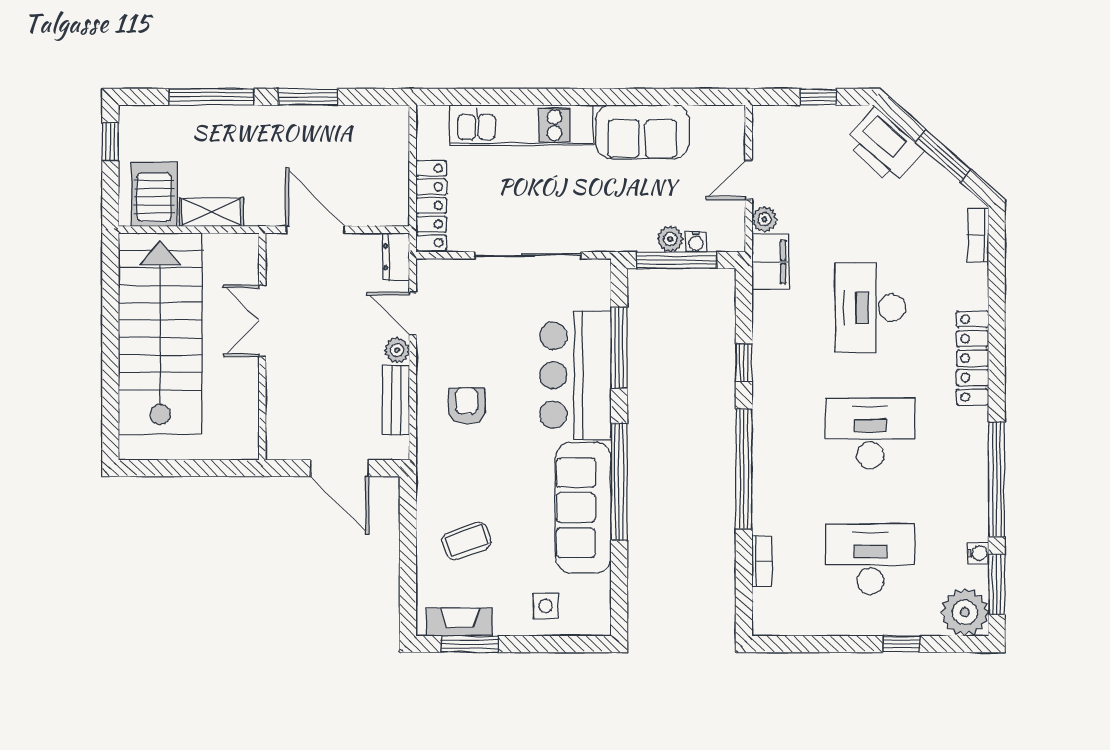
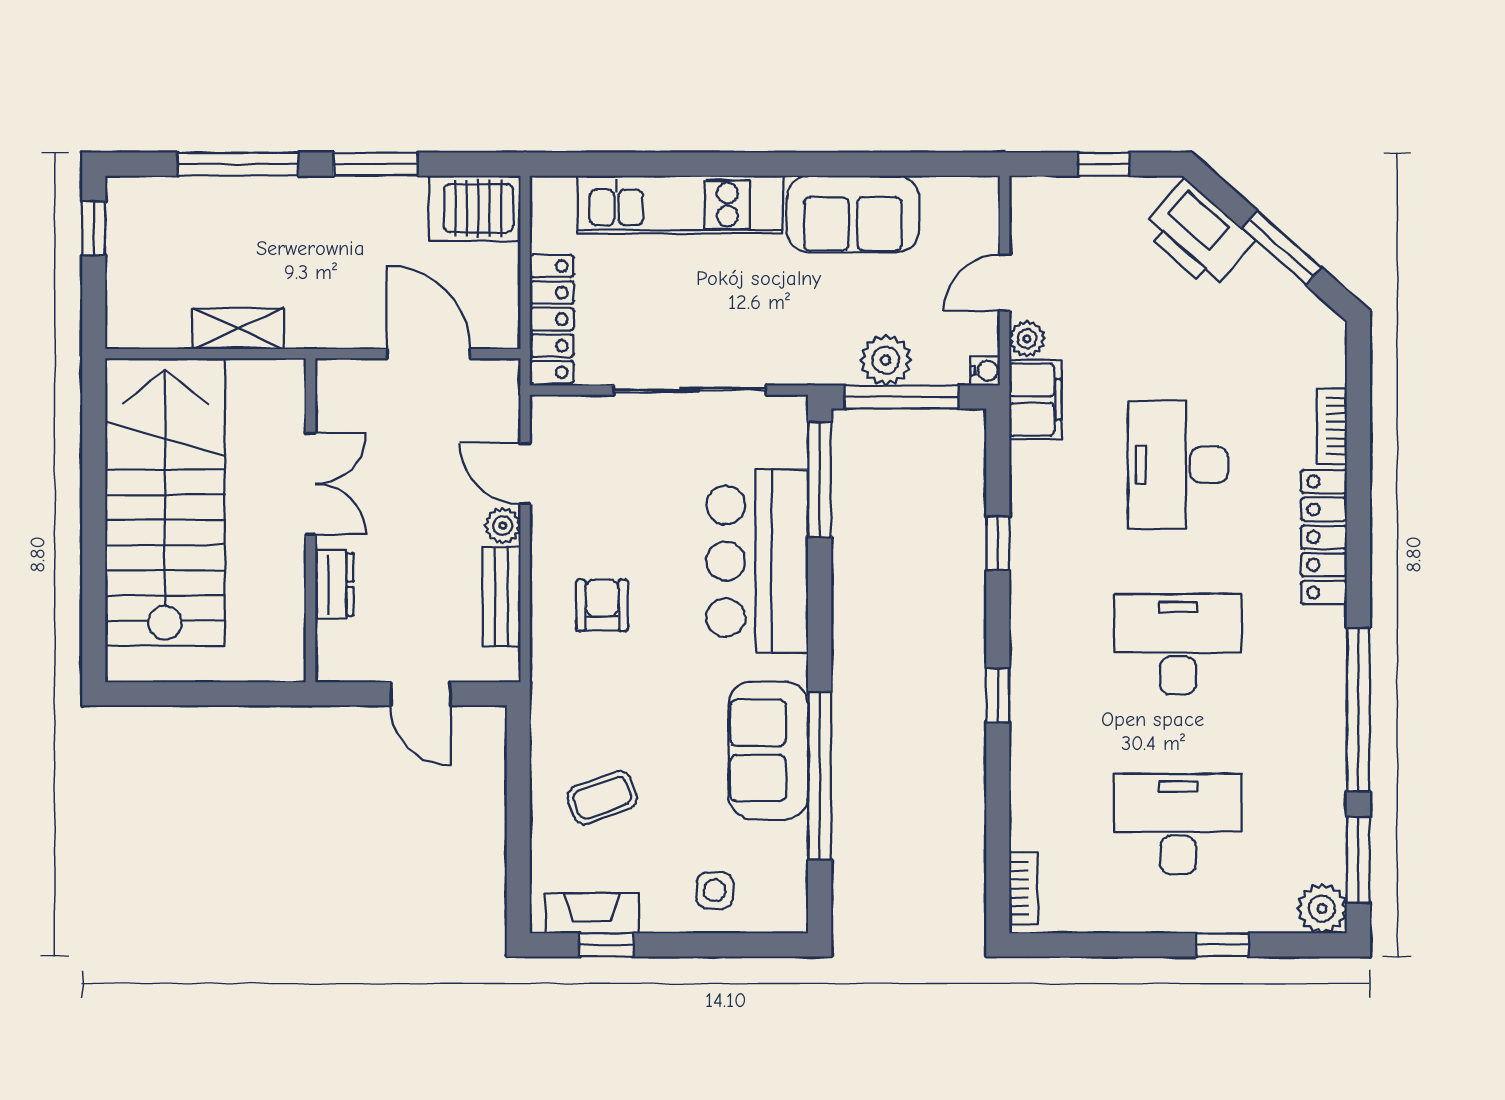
server rack: (154, 194) -> (475, 208), moved, turned -90
door: (315, 230) -> (428, 354), moved
bookcase: (978, 235) -> (1332, 426), moved
plant: (670, 239) -> (886, 360), width x1.38, depth x1.38
water cooler: (696, 242) -> (985, 371), moved, turned -90
dresser: (396, 257) -> (334, 584), moved, turned 180
double door: (262, 321) -> (311, 484), swing flipped
window: (619, 348) -> (820, 480), moved
door: (339, 468) -> (421, 694), width x0.73
window: (744, 469) -> (998, 695), width x0.32
window: (619, 482) -> (820, 776), moved
sofa: (583, 508) -> (768, 750), width x0.73
water cooler: (978, 553) -> (1332, 815), removed
bookcase: (762, 561) -> (1024, 888), moved
plant: (965, 612) -> (1322, 909), width x0.73, depth x0.73
window: (470, 644) -> (606, 945), width x0.67

